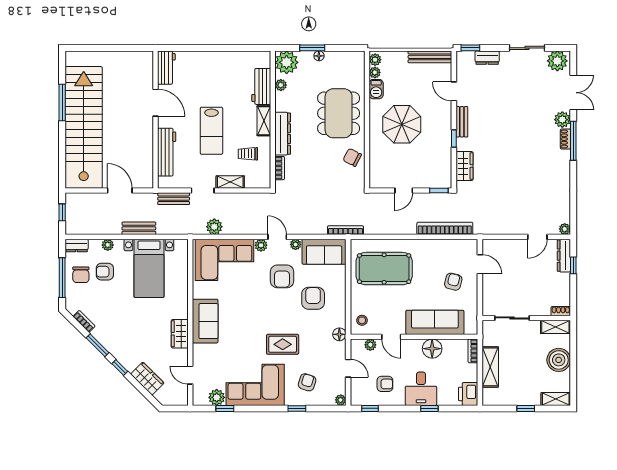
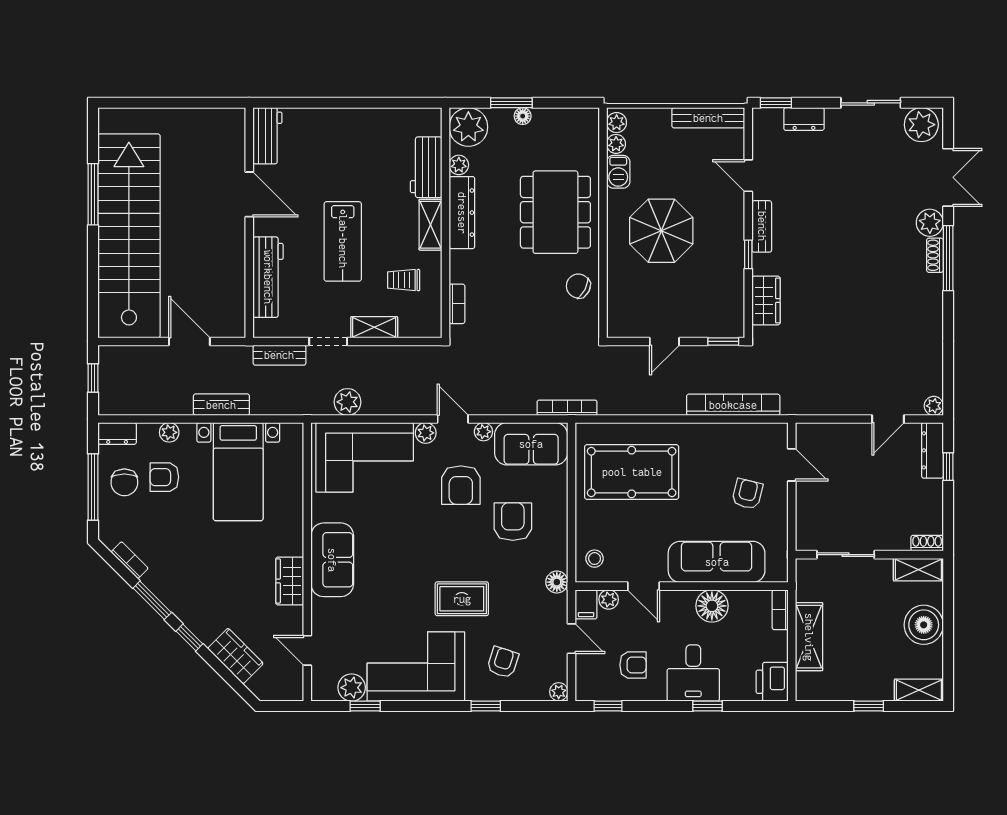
dresser: (283, 134) -> (462, 213), moved
filing cabinet: (357, 348) -> (586, 604), added

